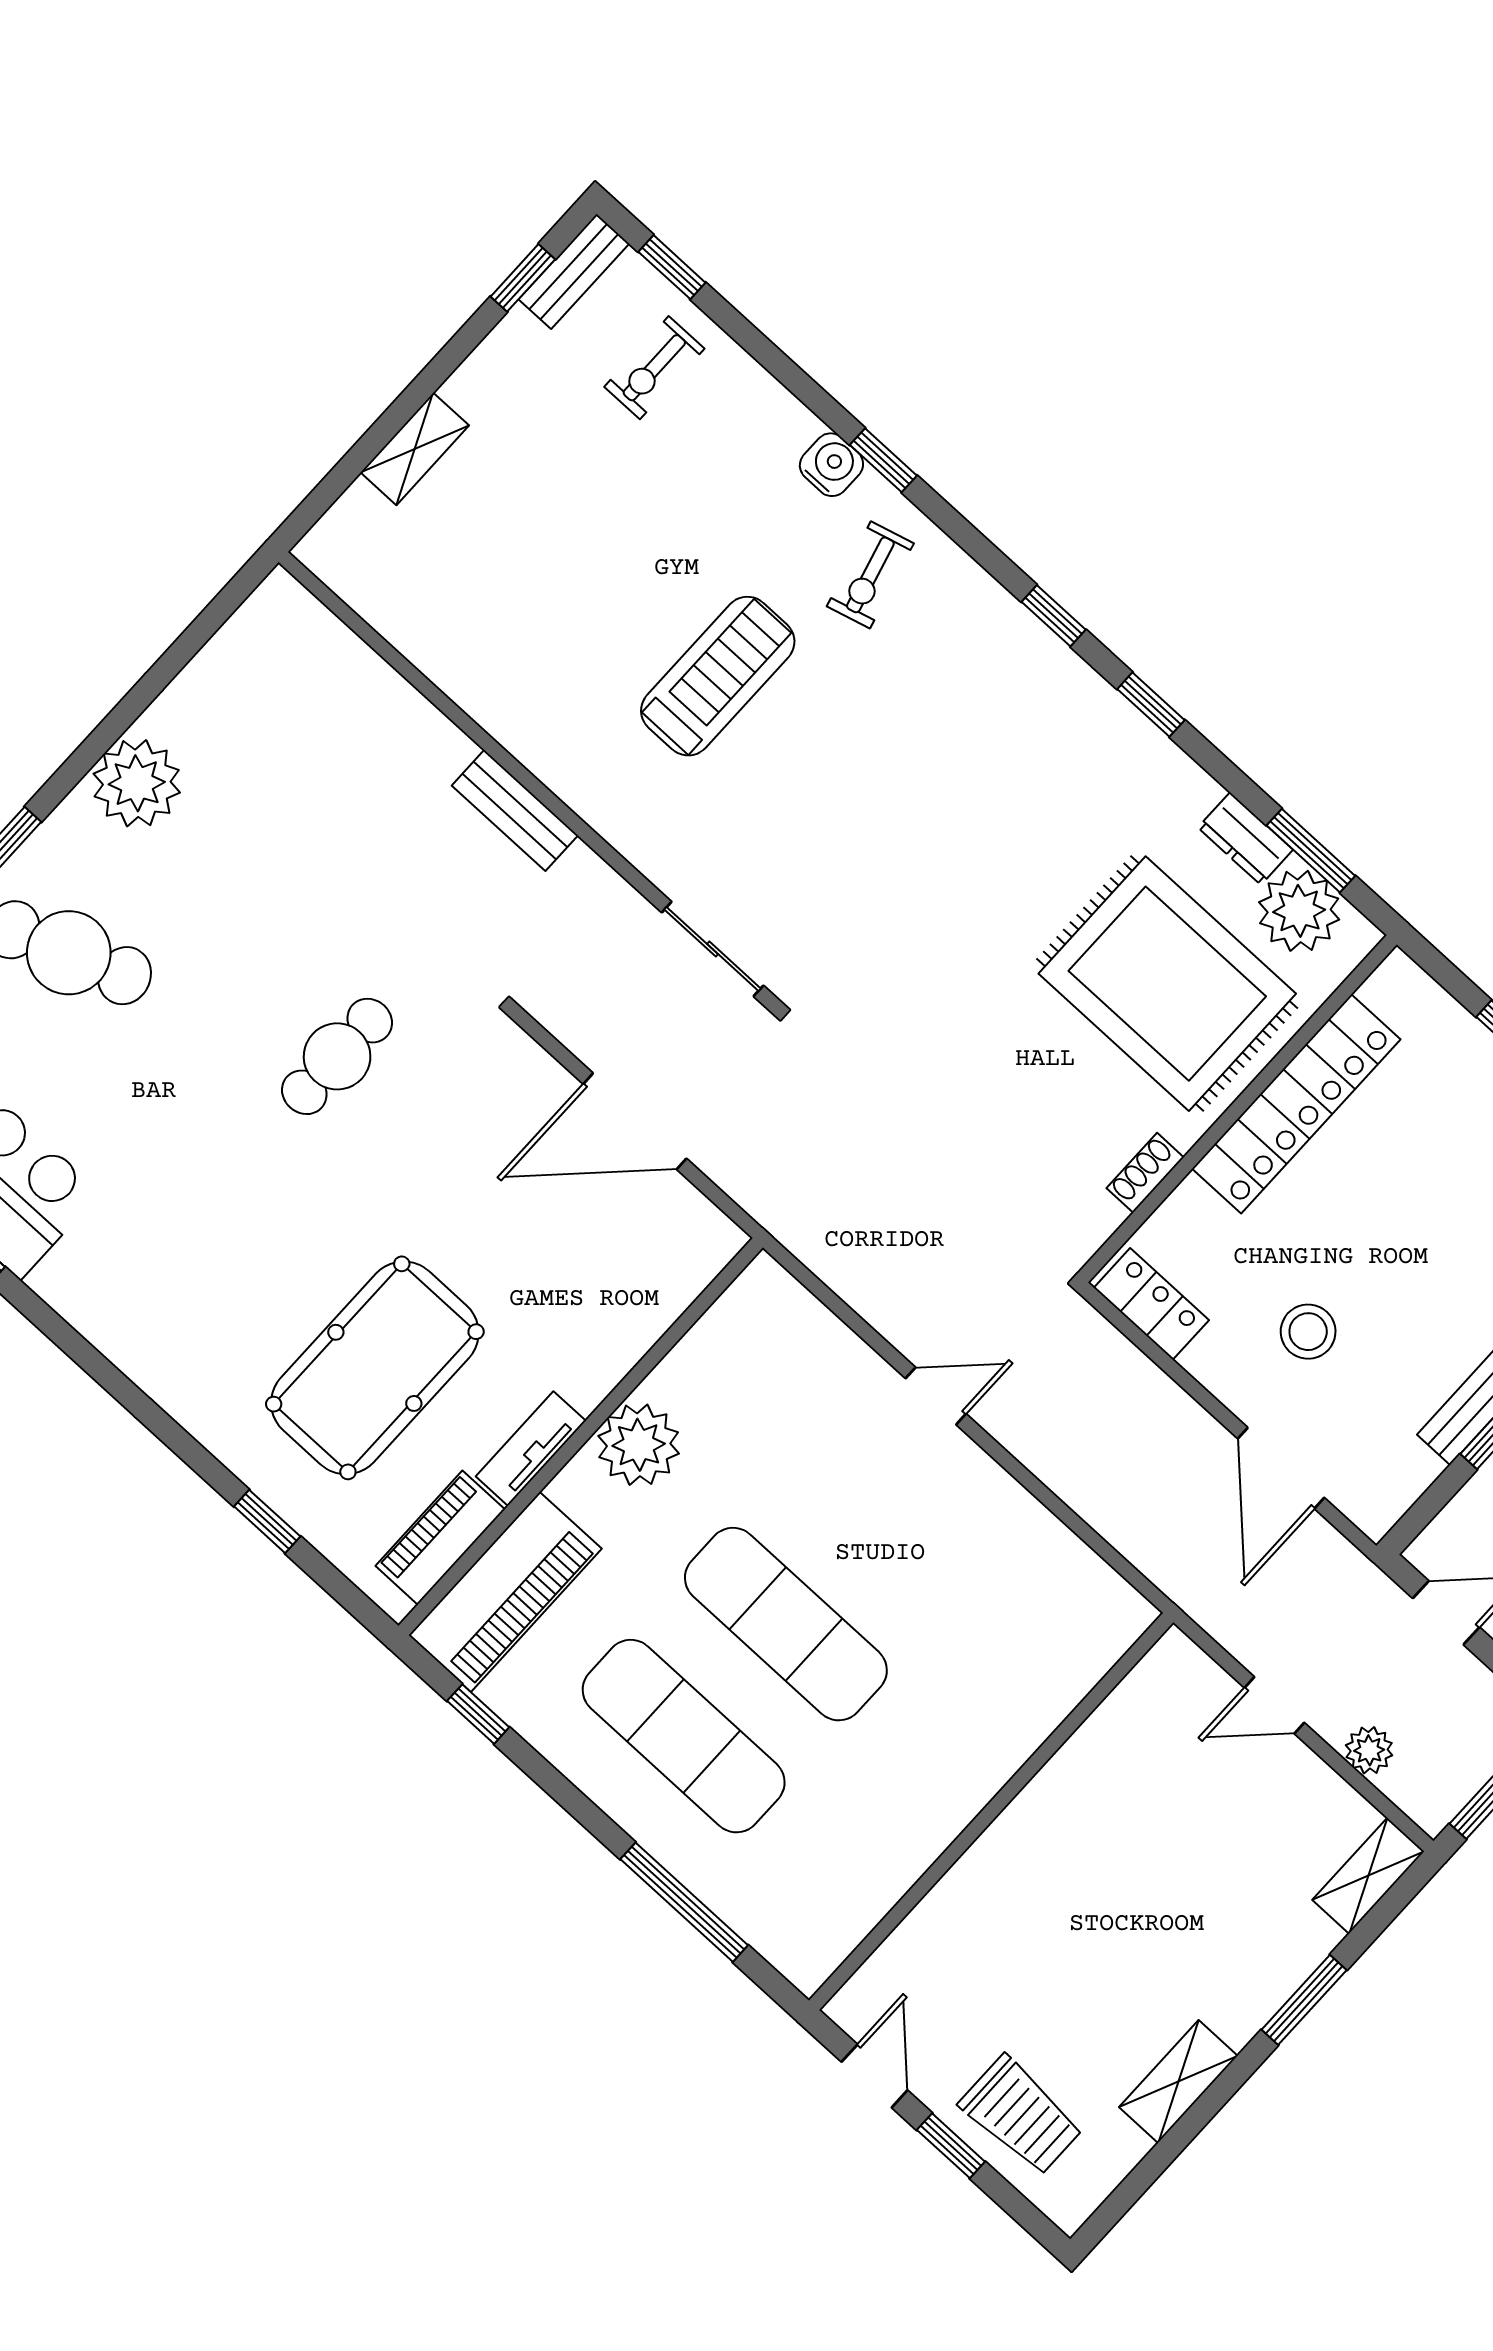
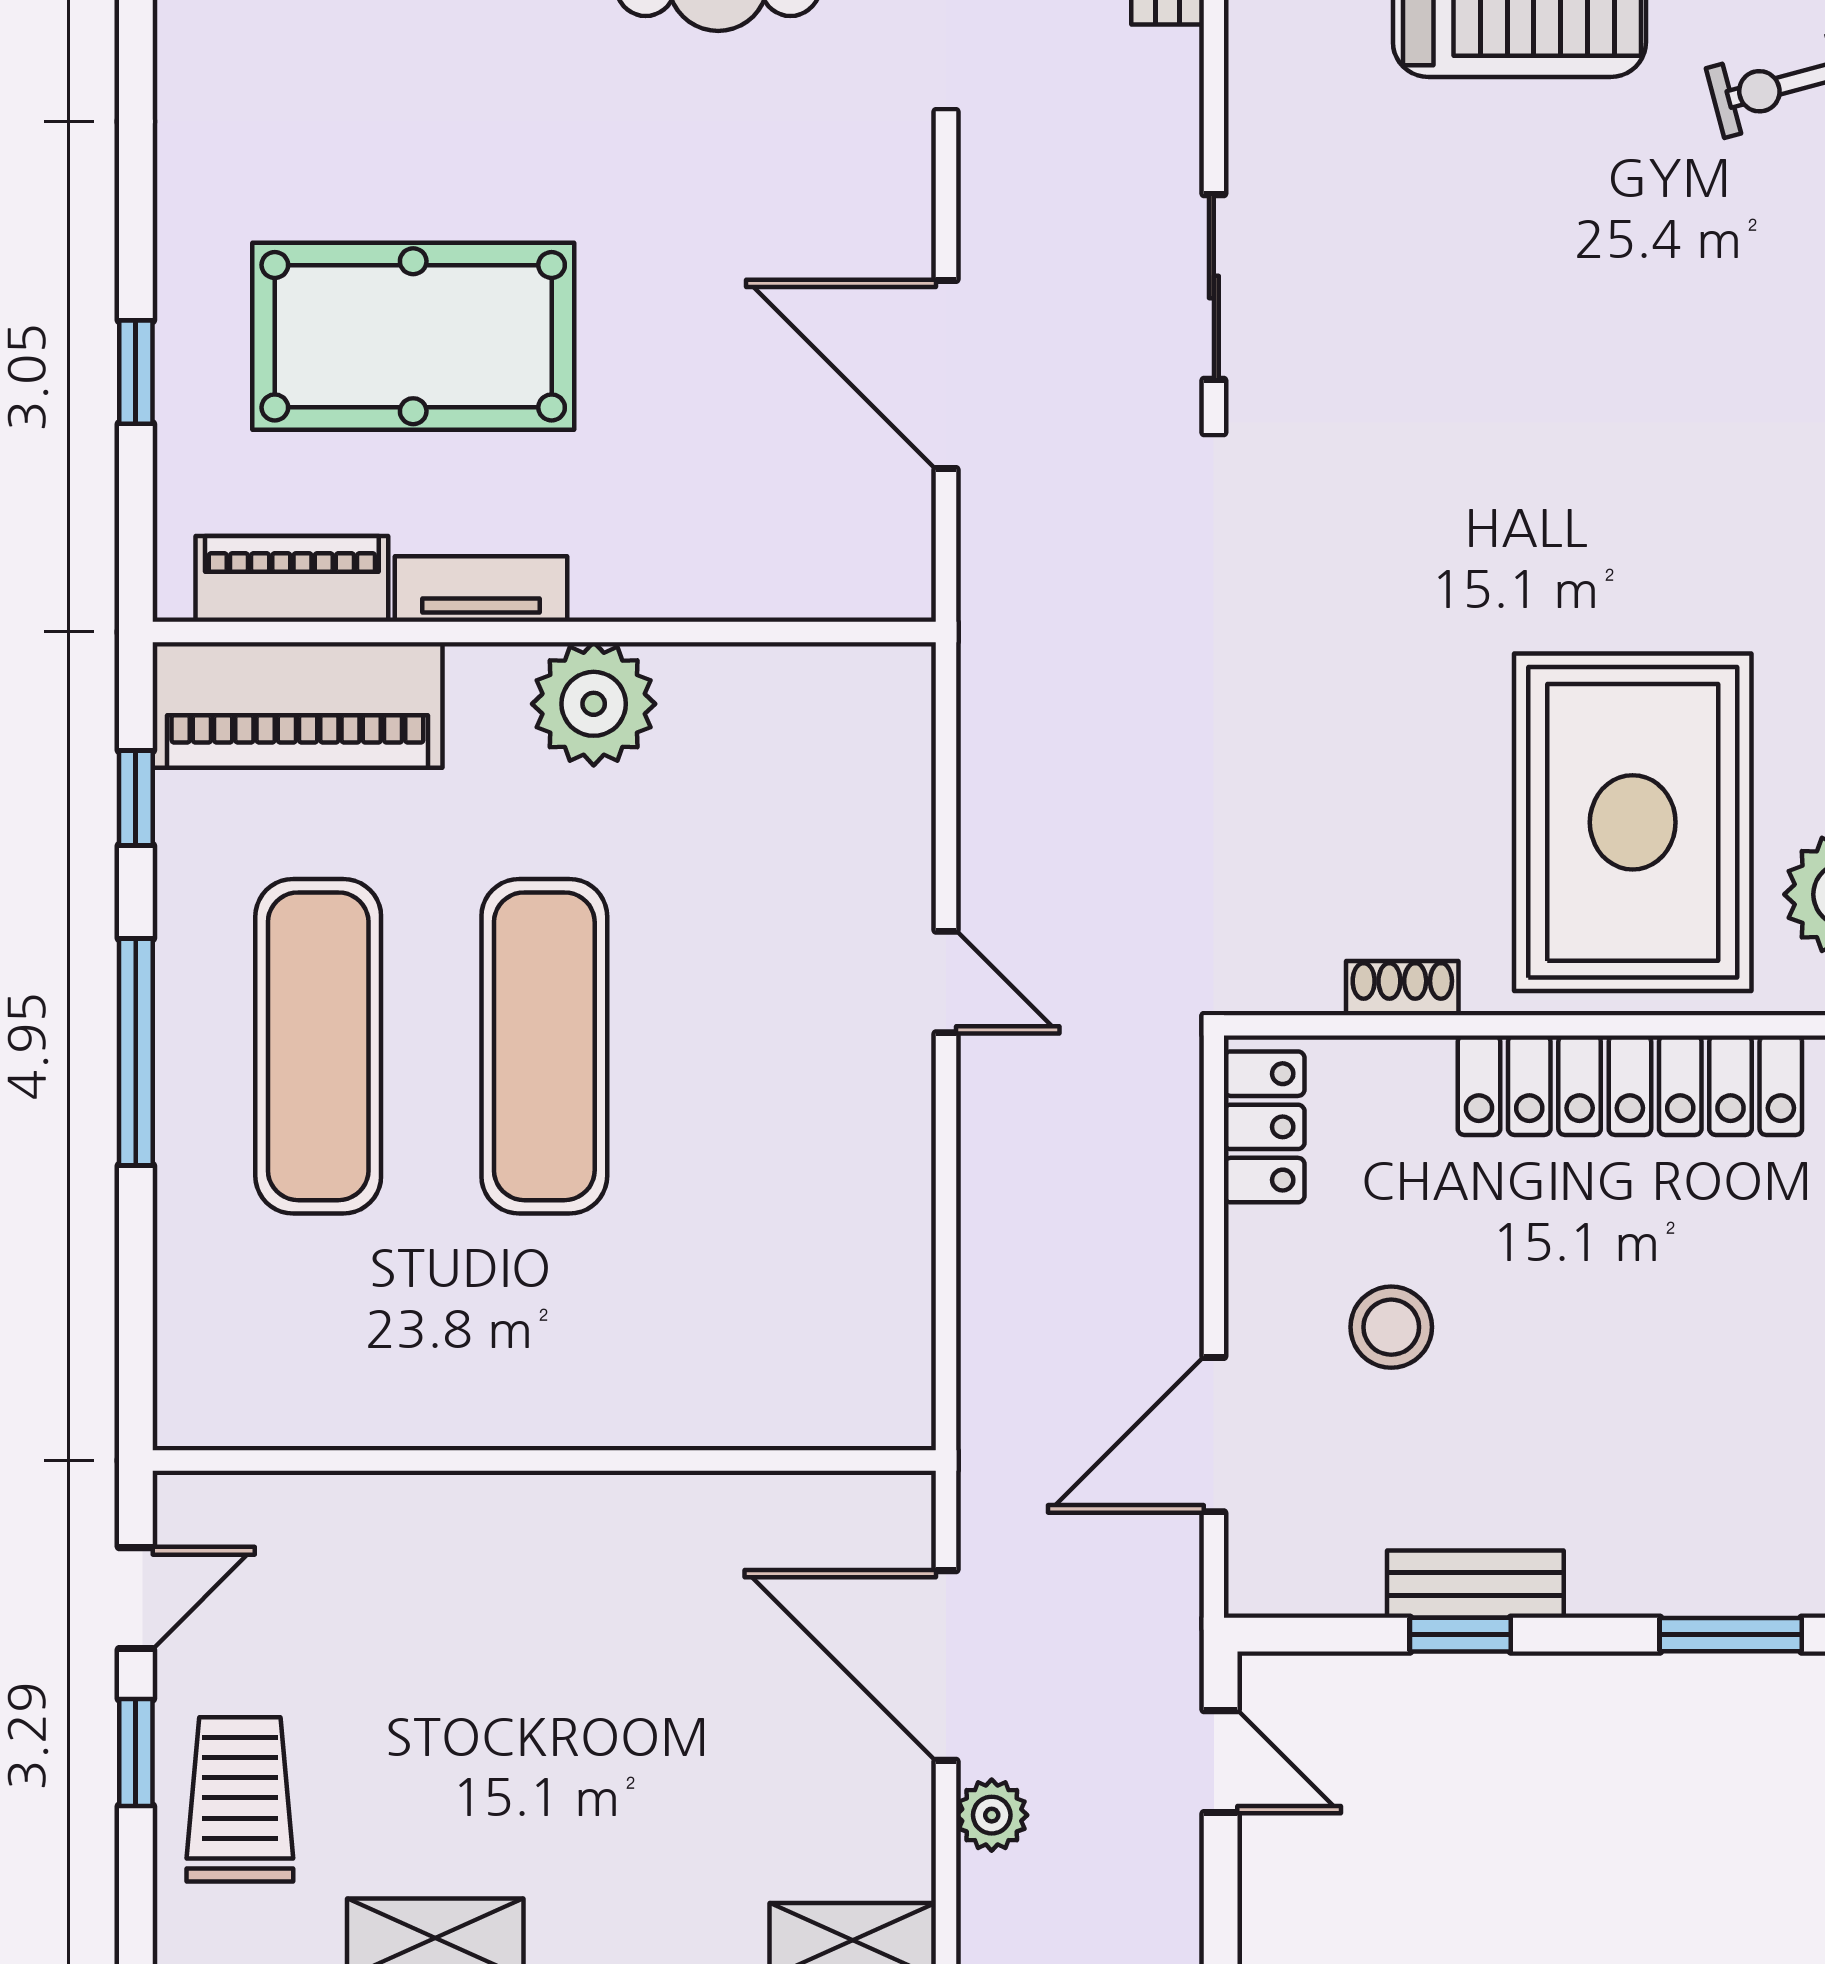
door: (1274, 1705) -> (946, 1666), width x1.88
window: (684, 1902) -> (136, 1052), moved
trolley: (1021, 2116) -> (240, 1799), turned 180

